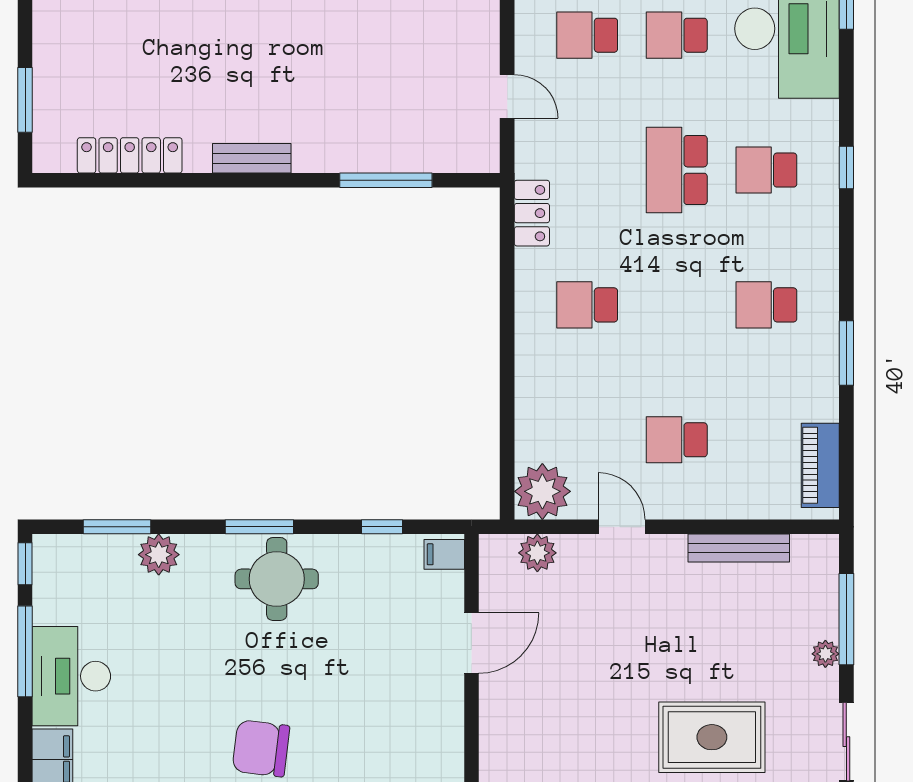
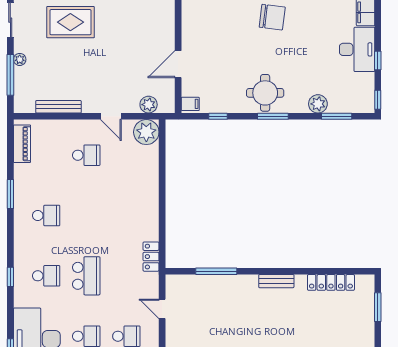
school desk: (587, 305) -> (126, 216), removed
window: (25, 651) -> (378, 61), width x0.46

